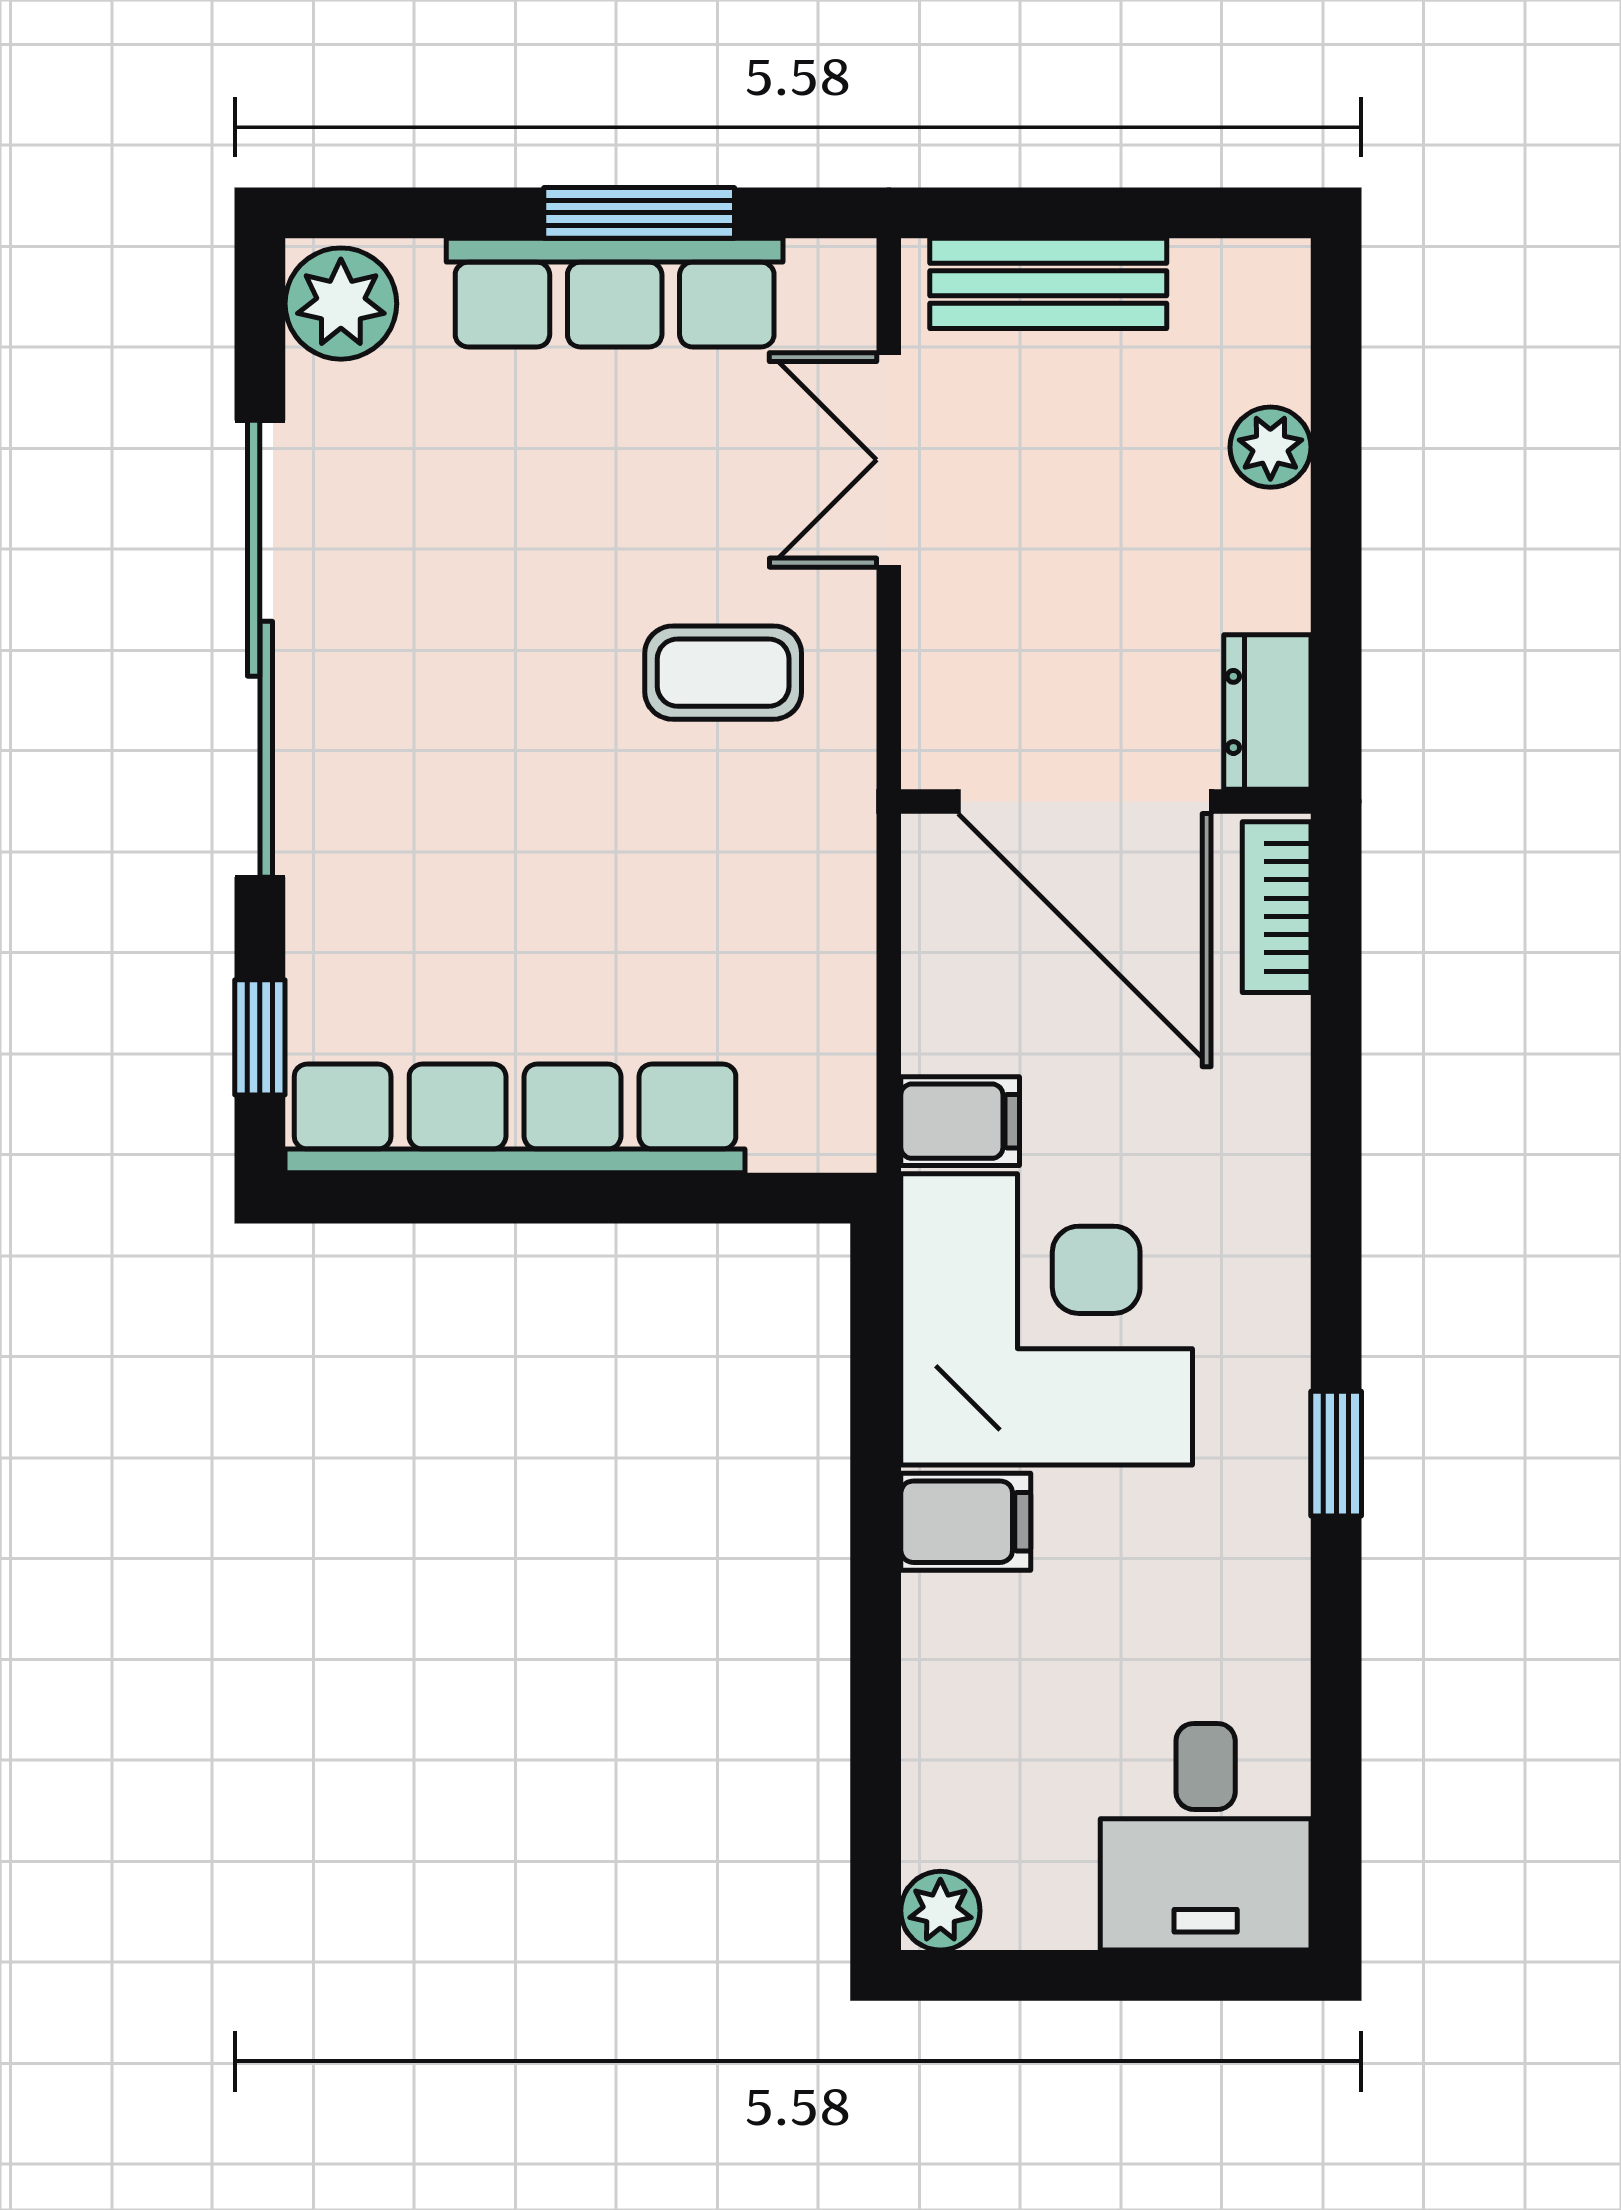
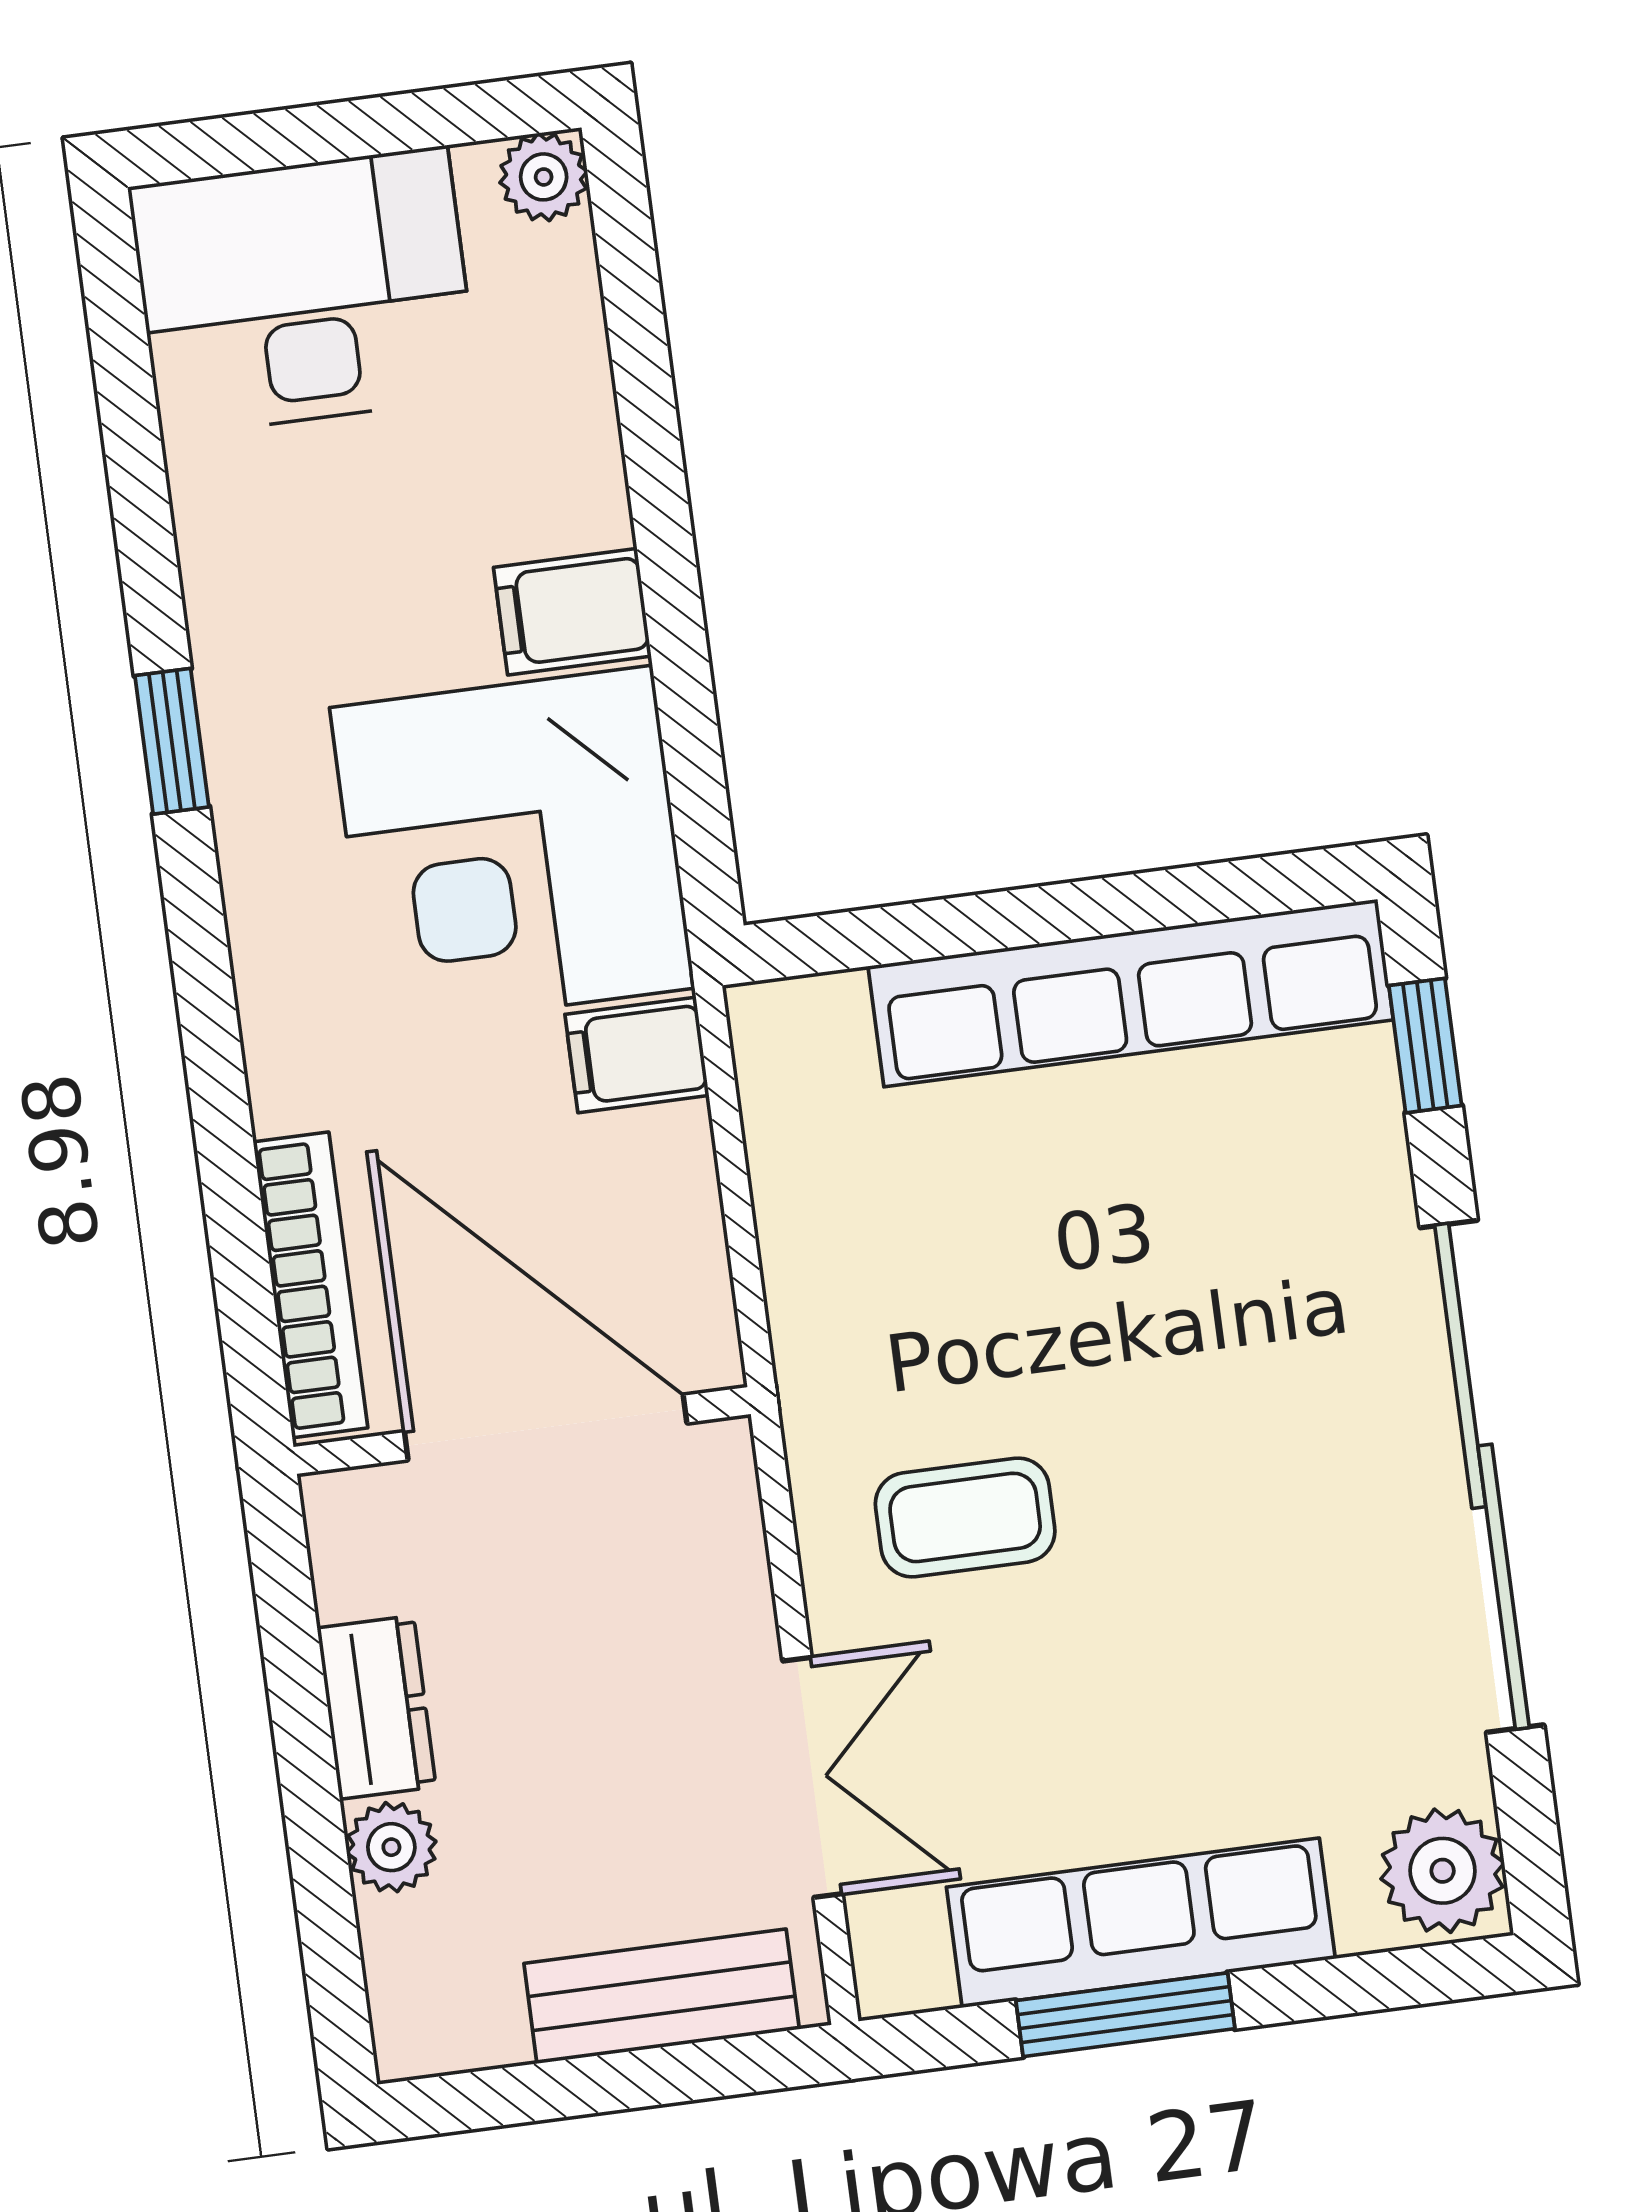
dresser: (1267, 712) -> (377, 1707), moved
bookcase: (1277, 907) -> (310, 1285), width x1.56
desk: (1206, 1837) -> (304, 292), width x1.37

